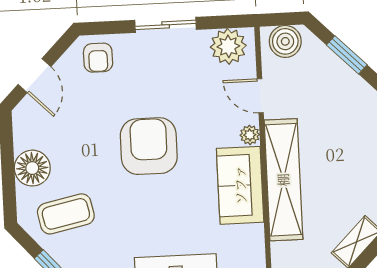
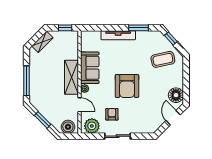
armchair: (98, 58) -> (112, 114), moved
floor lamp: (32, 168) -> (176, 95), moved
shelving: (283, 180) -> (72, 77), width x0.68

